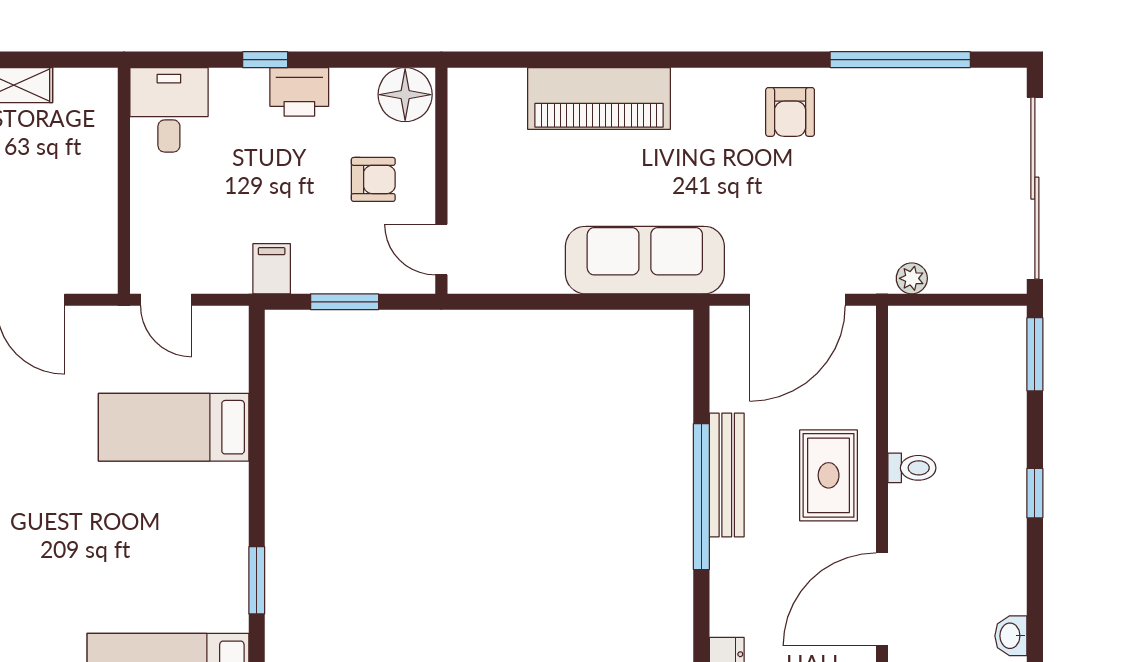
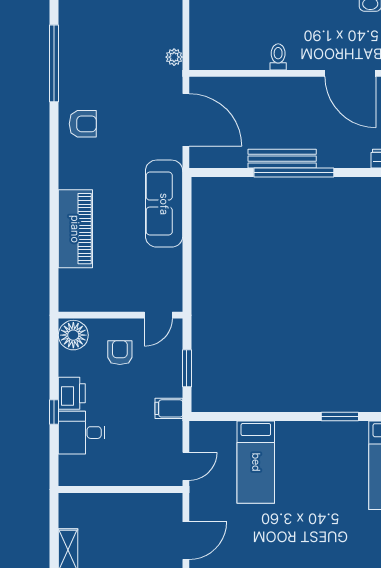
desk: (169, 110) -> (82, 433), moved
rug: (829, 475) -> (282, 103), removed

